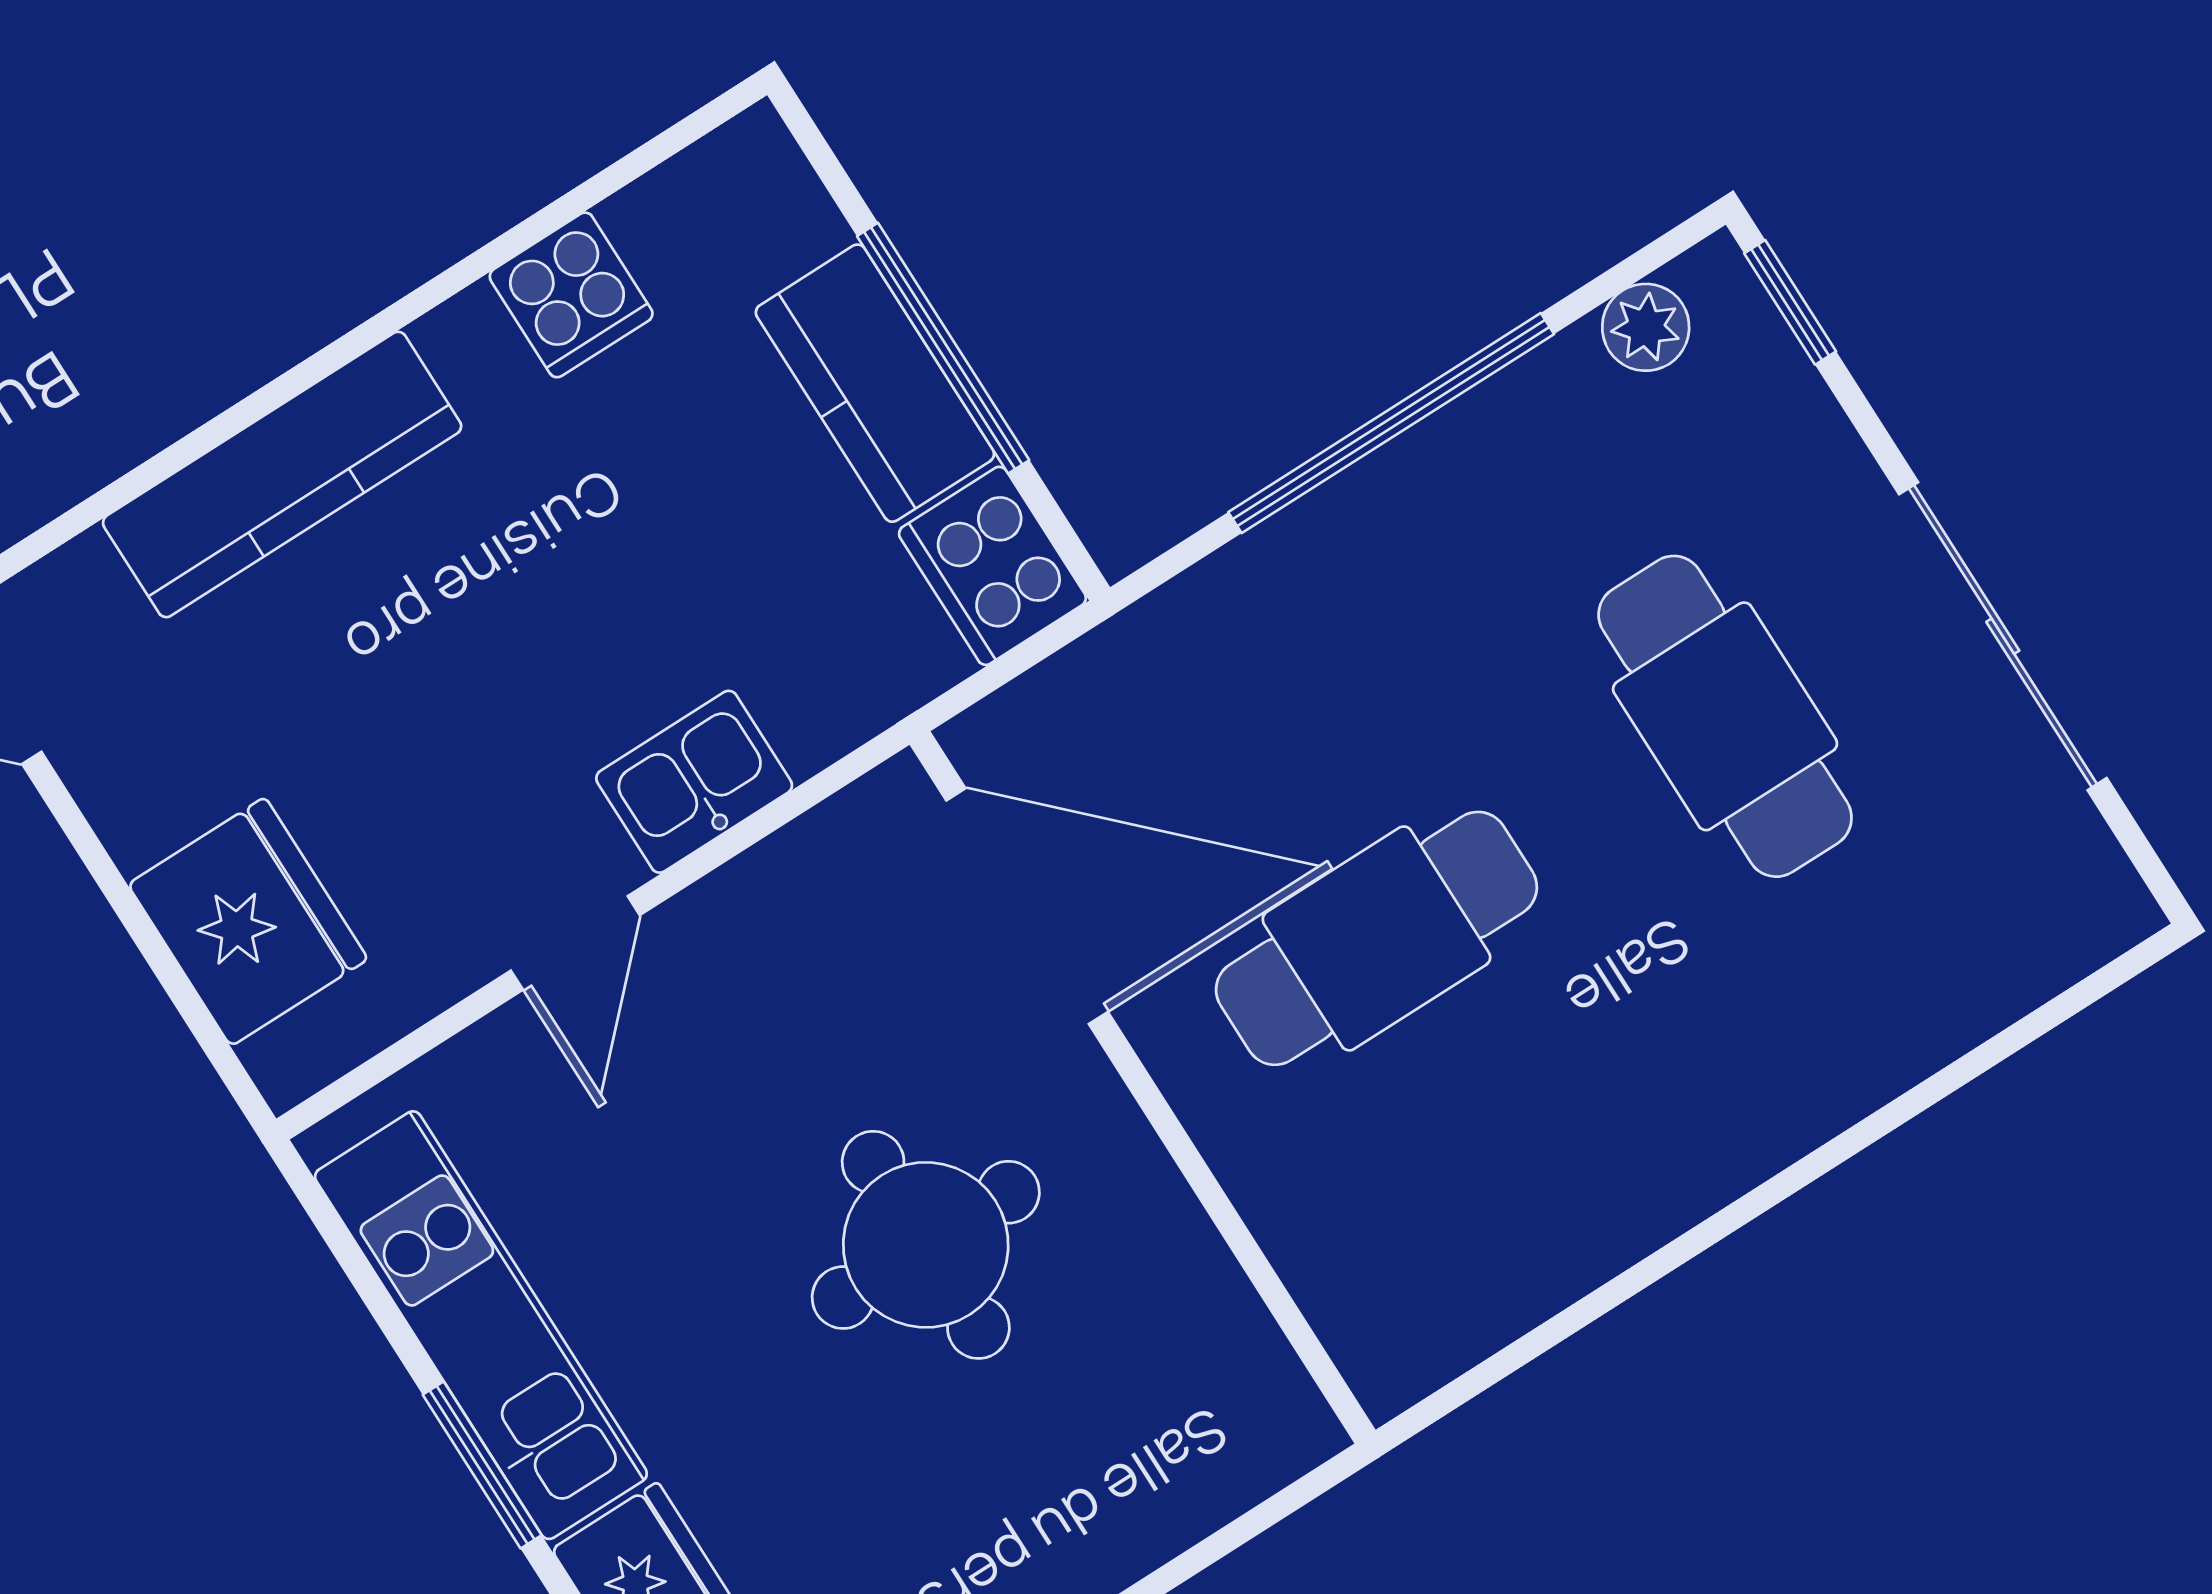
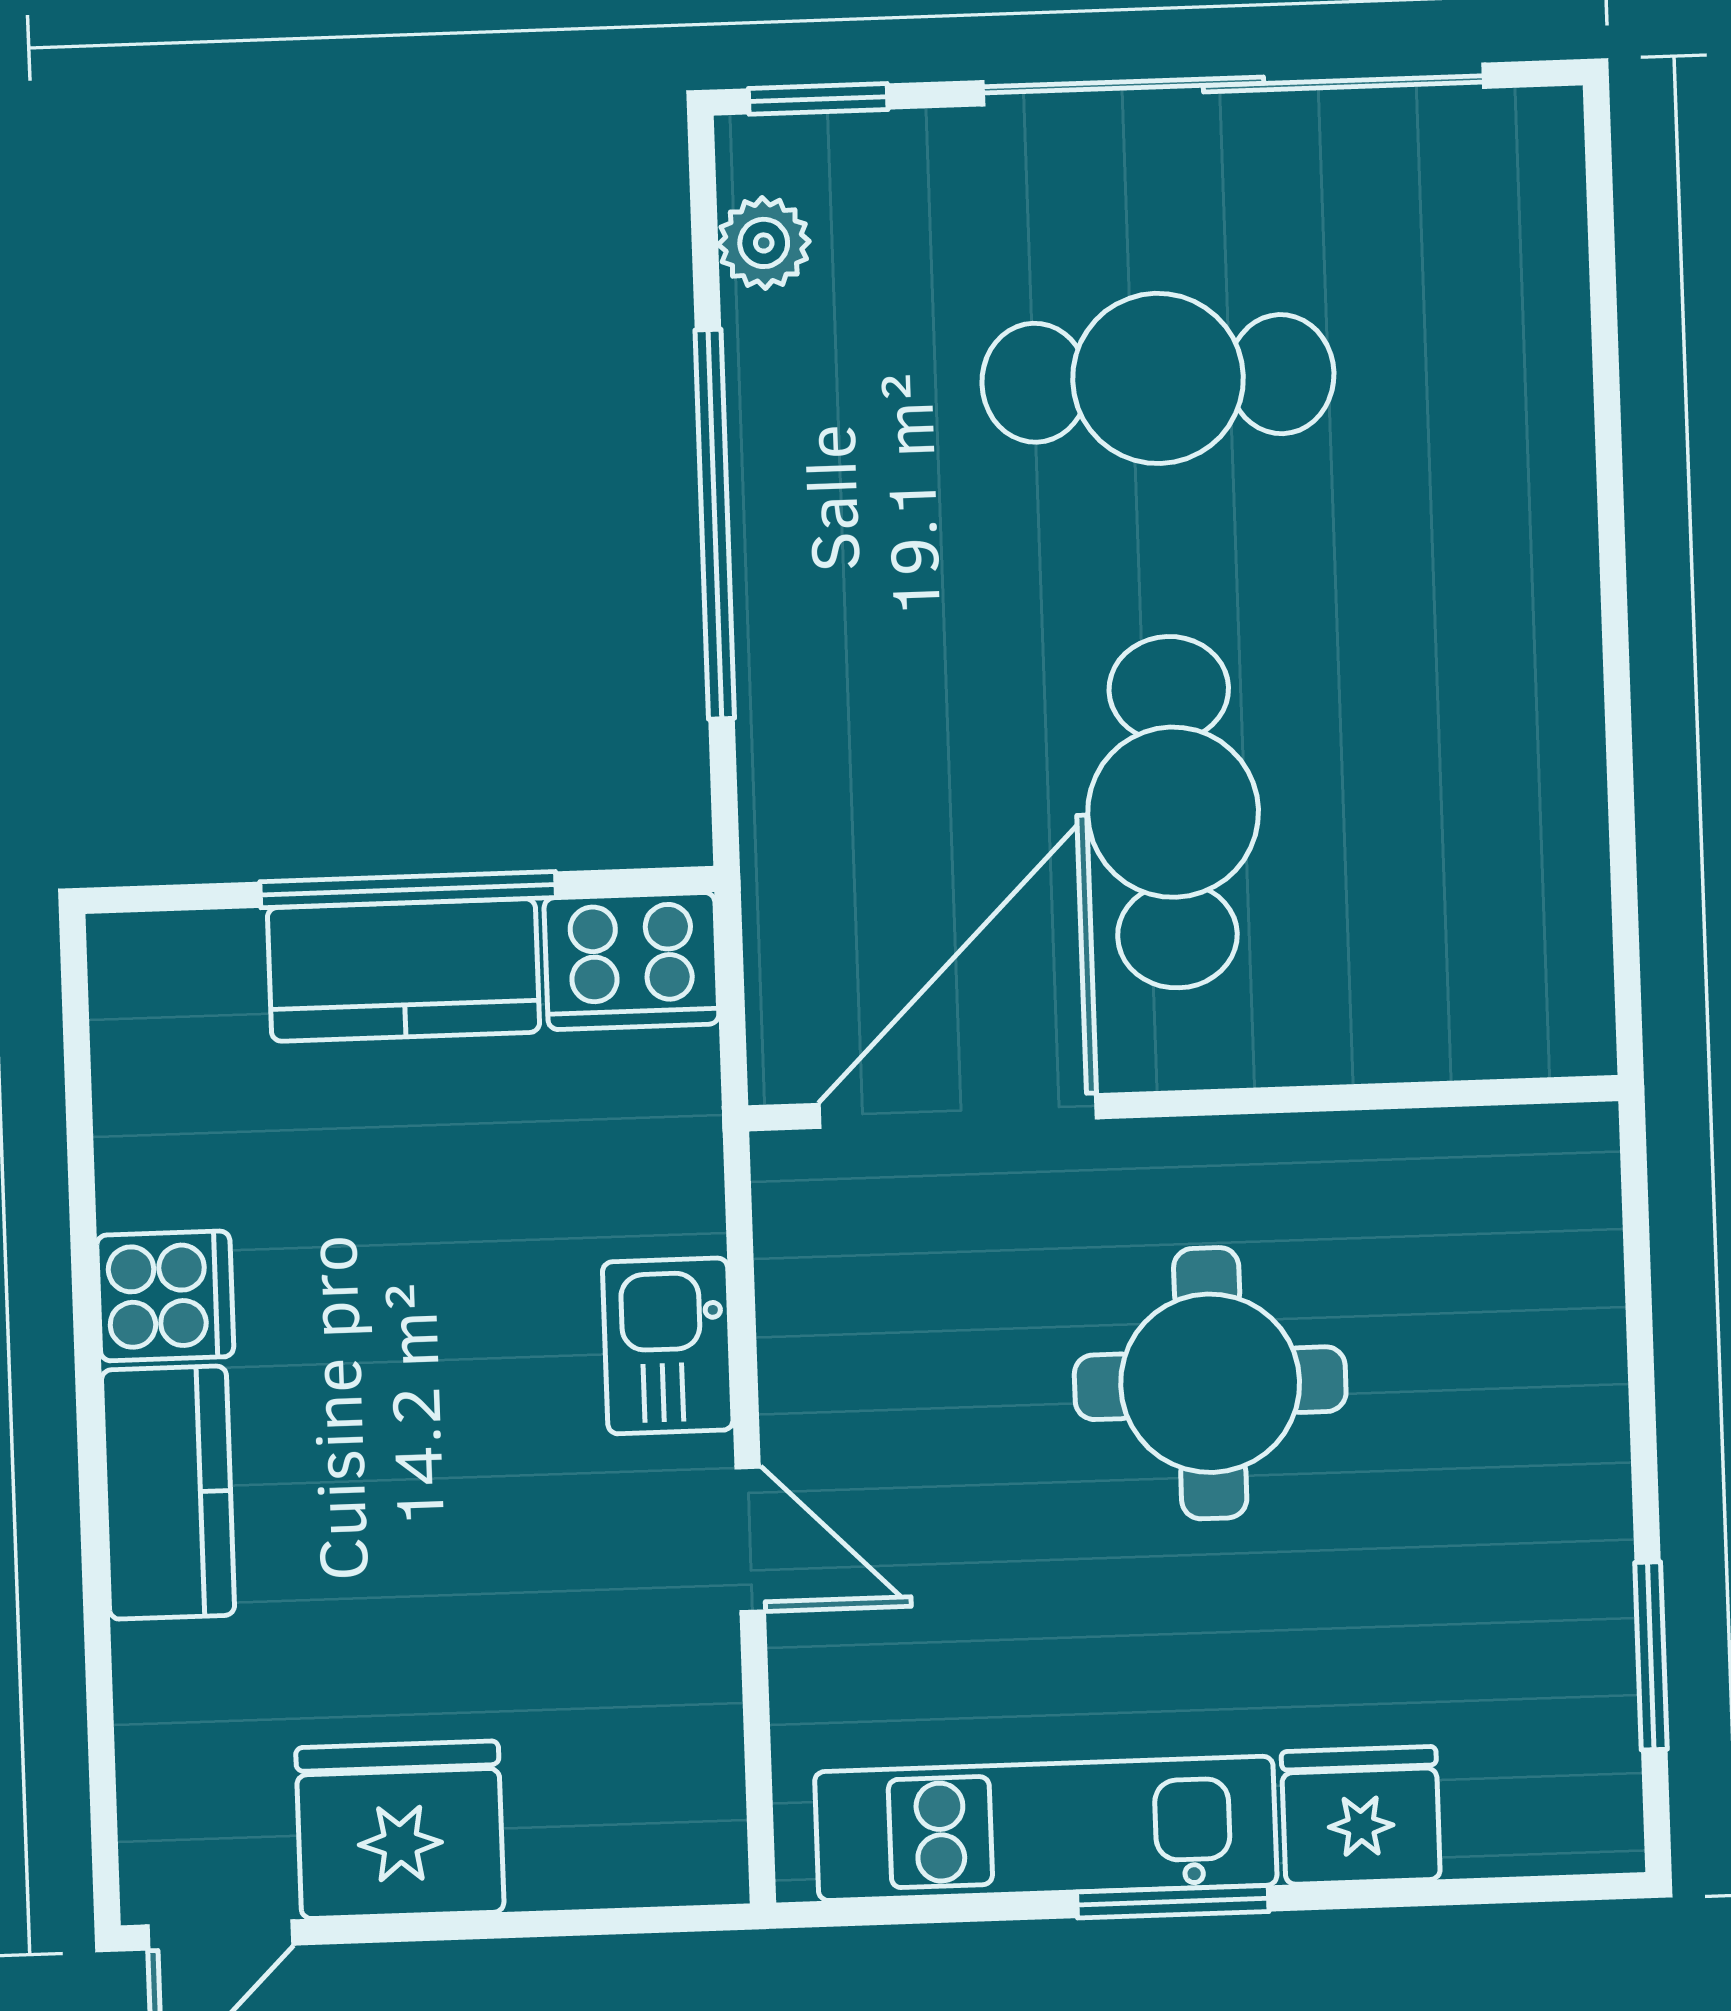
cooker: (571, 295) -> (165, 1296), moved
kitchen counter: (282, 474) -> (168, 1493), width x0.67
sliding door: (2003, 636) -> (1233, 84), width x1.36
fridge: (248, 922) -> (400, 1830), moved

